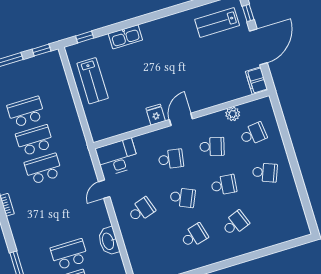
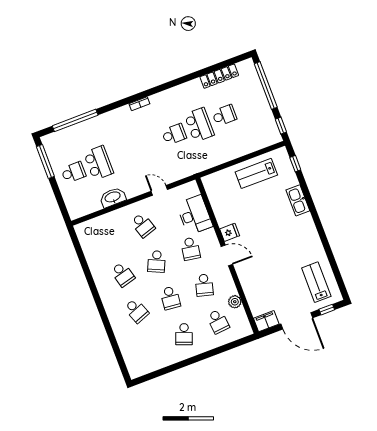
school desk: (26, 112) -> (224, 115), width x0.54
desk: (117, 157) -> (195, 215), moved
school desk: (43, 169) -> (174, 134), width x0.54

